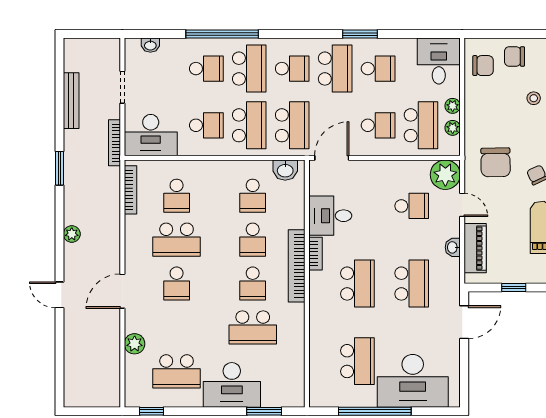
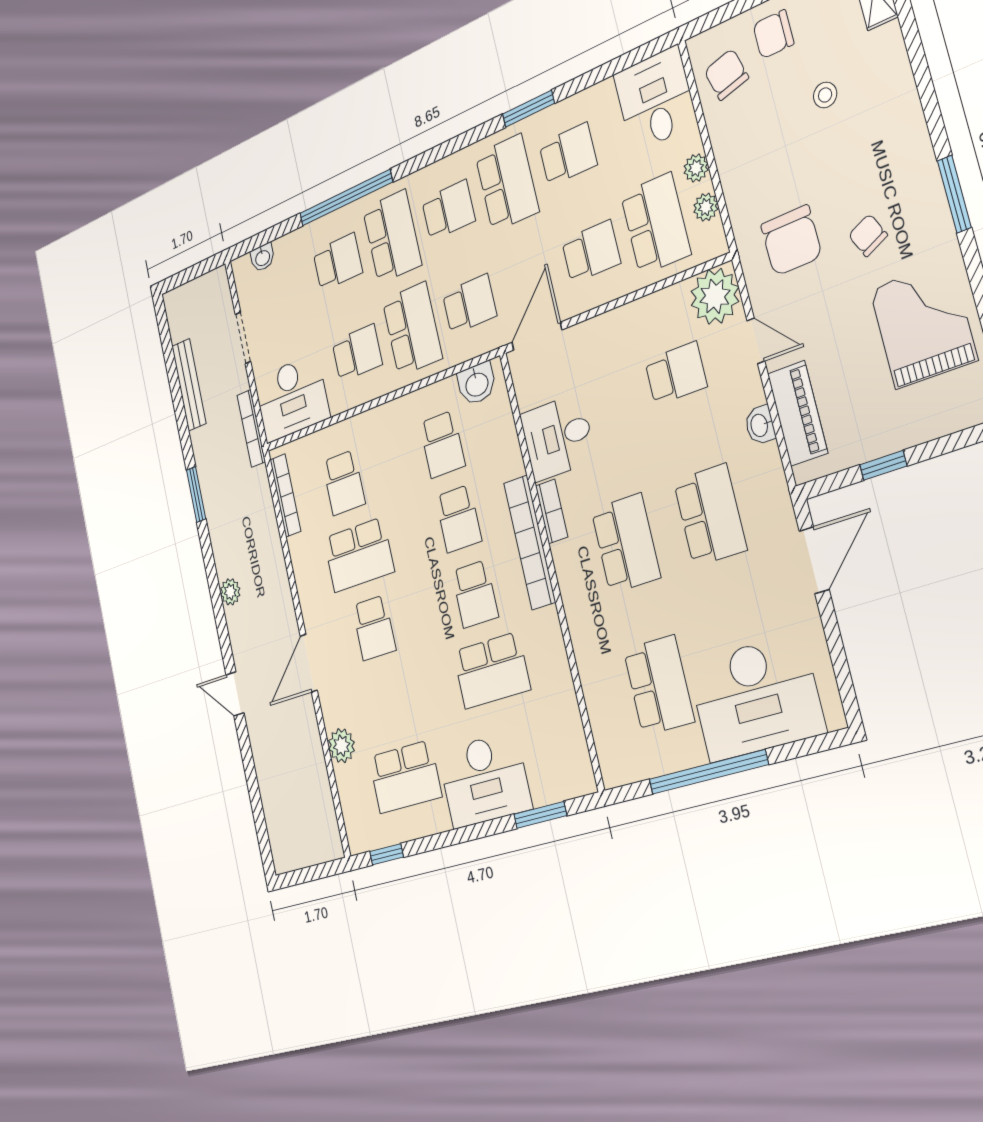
chair: (483, 66) -> (726, 74), turned -105
school desk: (292, 125) -> (469, 304), width x0.54

